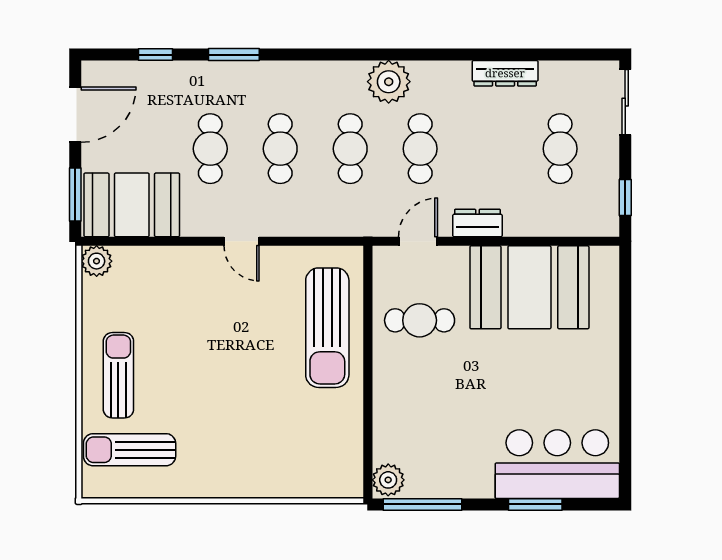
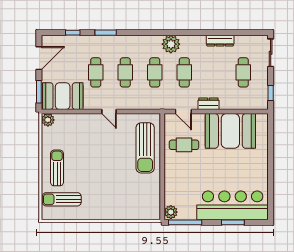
door: (418, 241) -> (183, 111), swing flipped
bar counter: (557, 464) -> (233, 205), width x1.36

